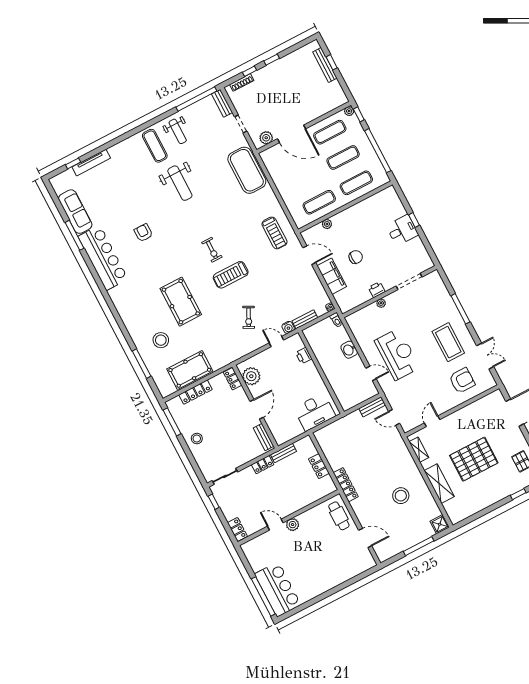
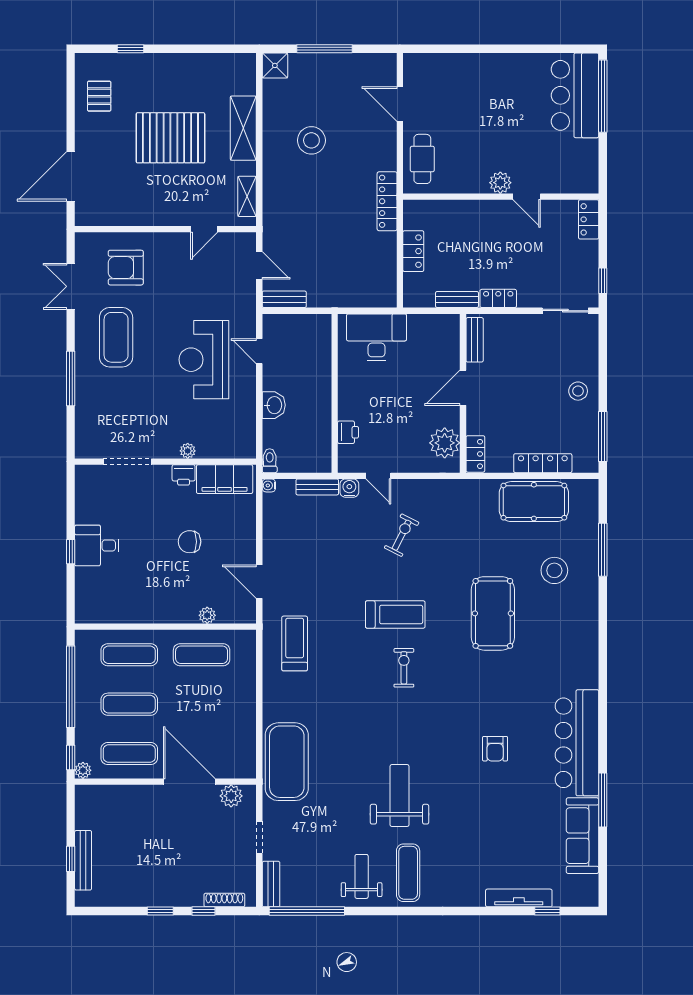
filing cabinet: (332, 276) -> (225, 479), moved, turned -90

